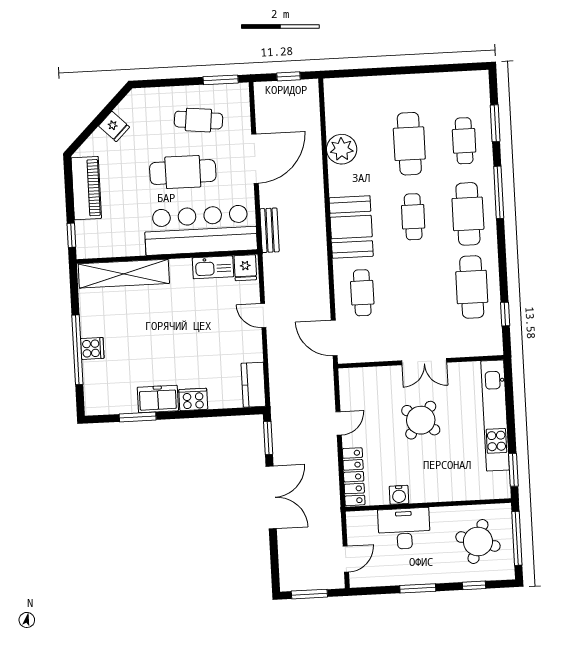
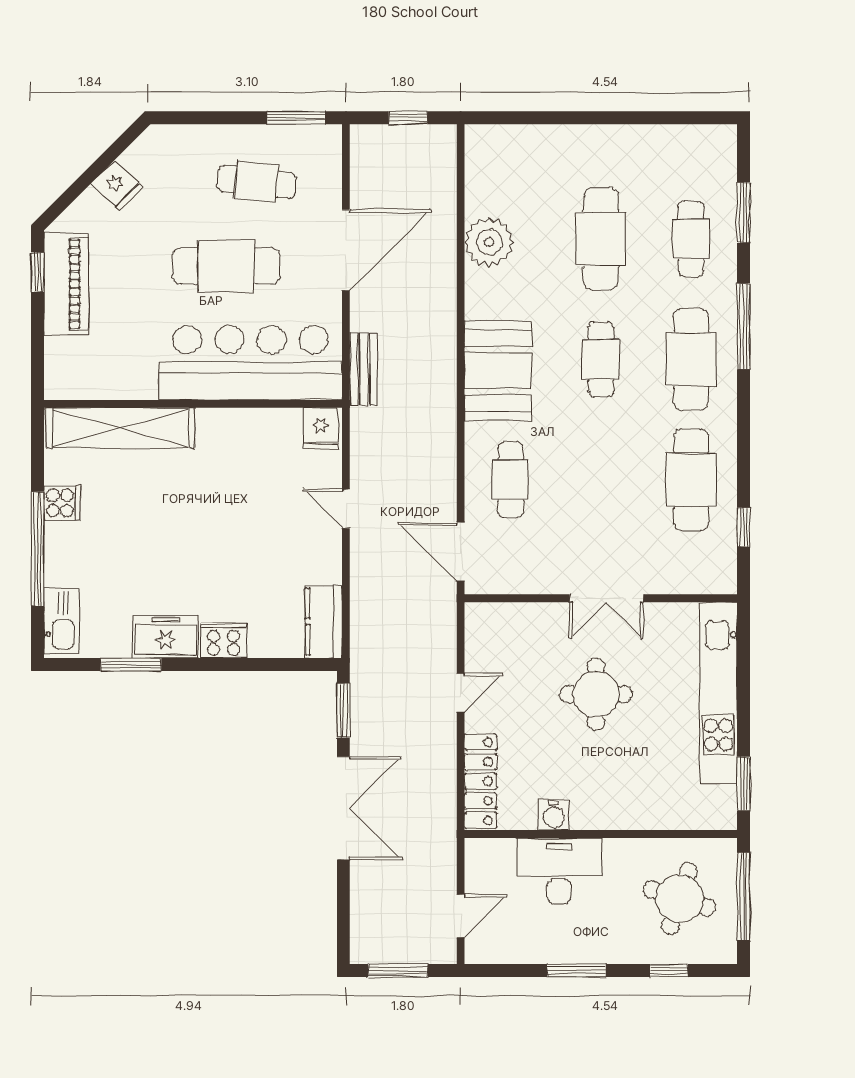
window: (71, 235) -> (37, 272), moved
kitchen sink: (213, 267) -> (61, 621), moved, turned -90
cooker: (92, 348) -> (62, 503), moved
round table: (421, 420) -> (596, 694), turned -38

